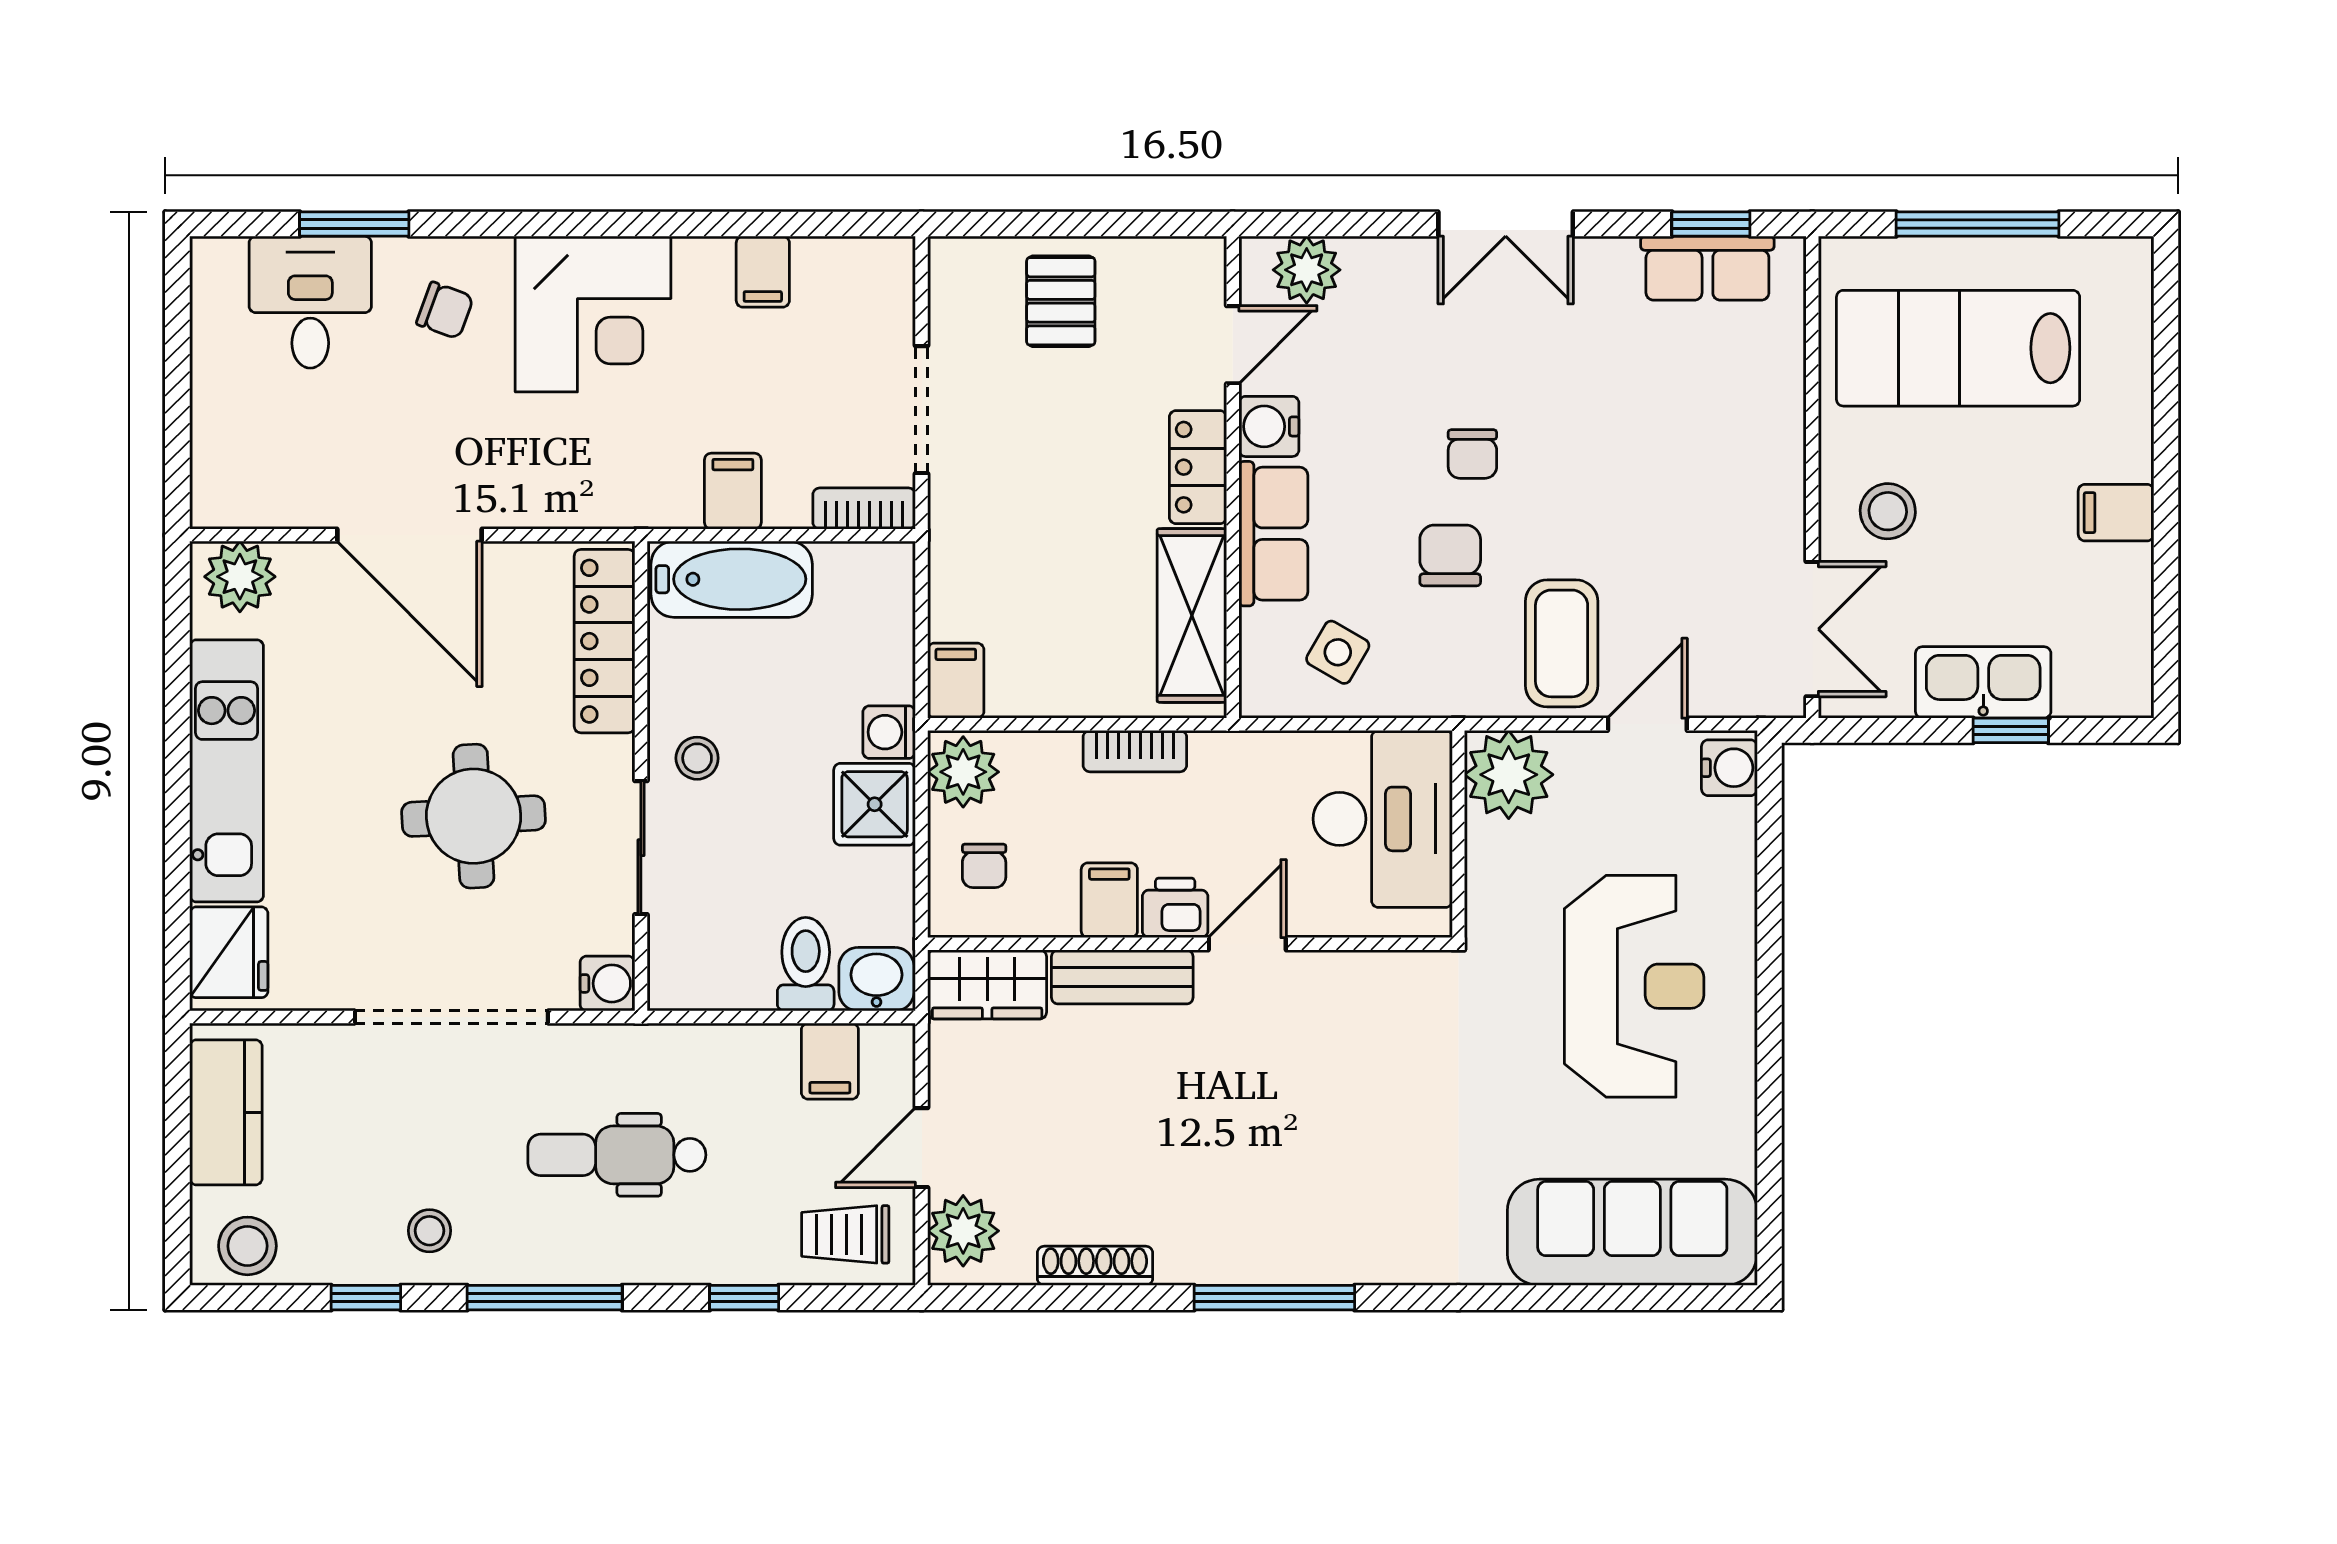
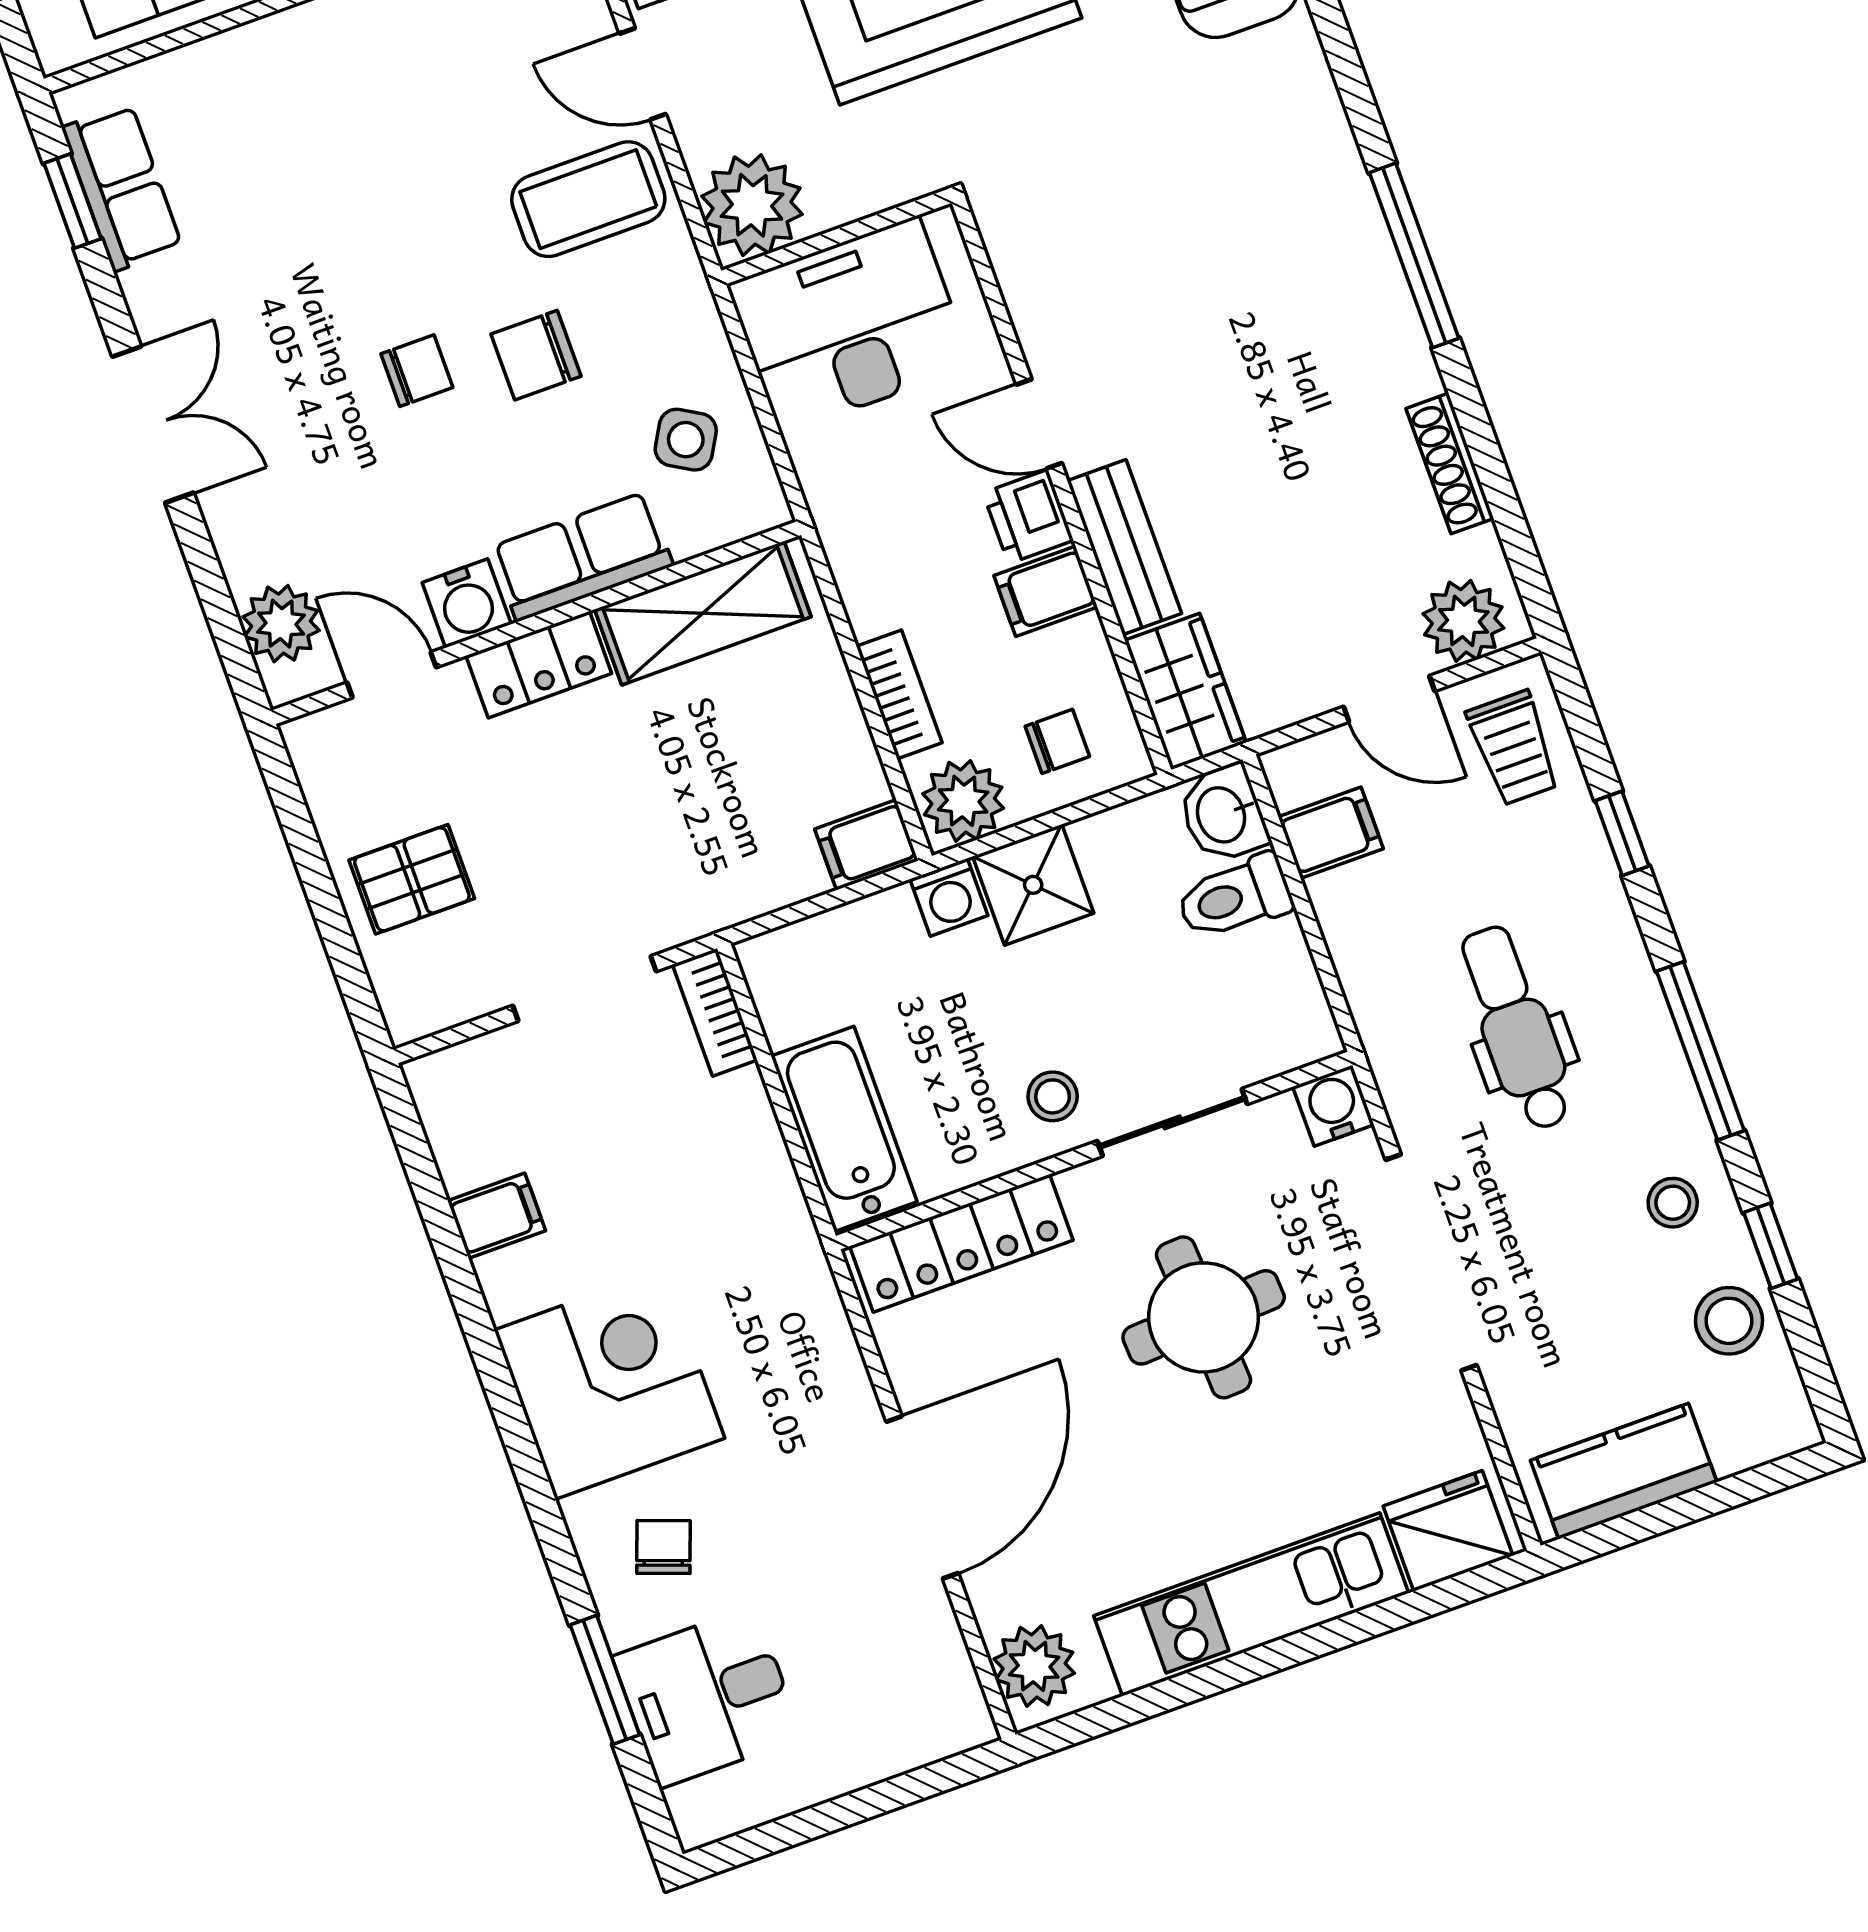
filing cabinet: (733, 491) -> (747, 1162), removed
bookcase: (1135, 751) -> (899, 695), moved
dental chair: (617, 1155) -> (1516, 1028), turned 180
stool: (247, 1246) -> (1729, 1321), moved

